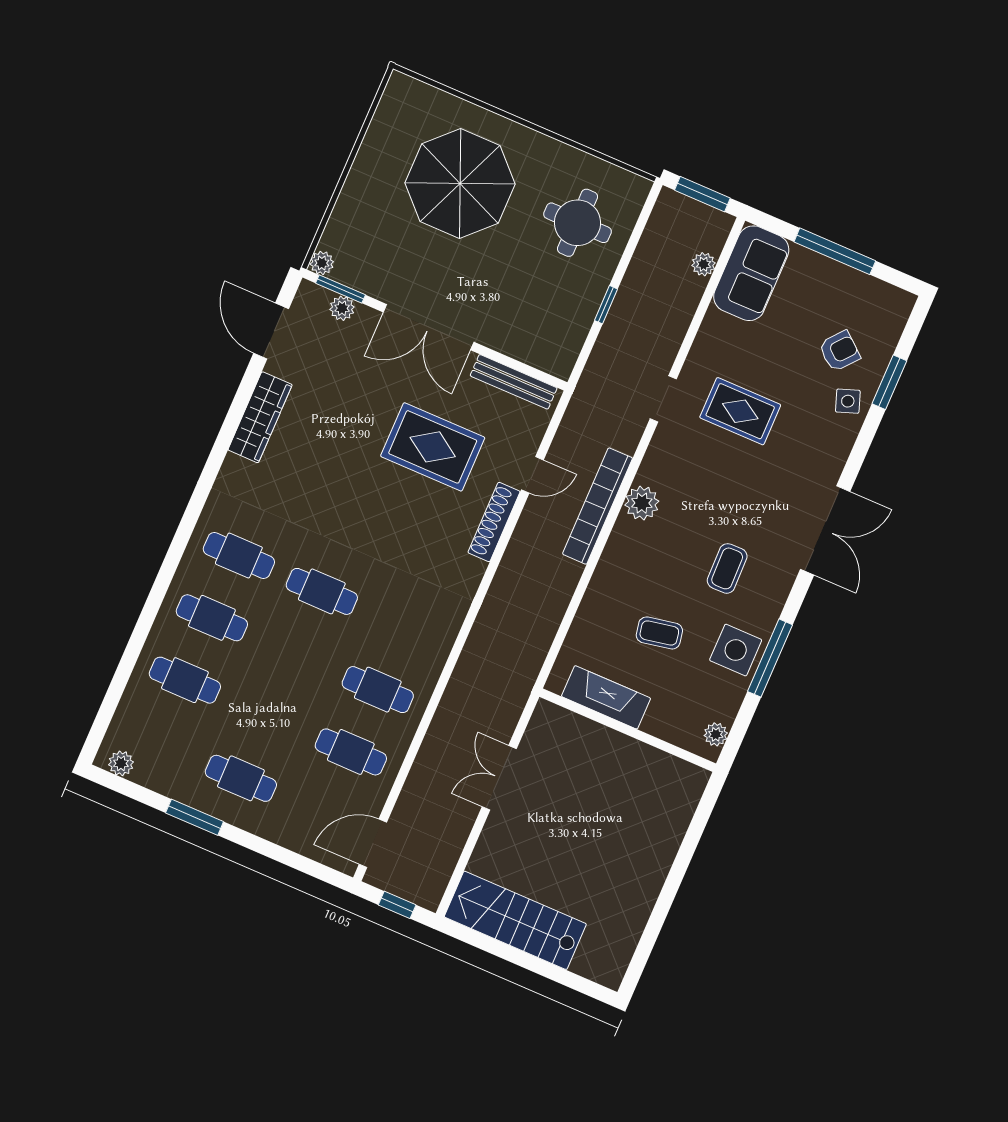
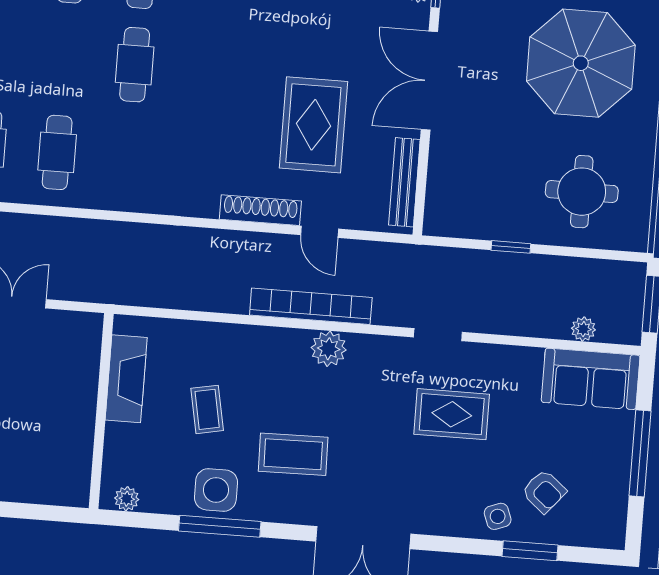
rug: (740, 411) -> (452, 414), turned 90
coffee table: (727, 568) -> (293, 454), width x1.36, depth x1.30

